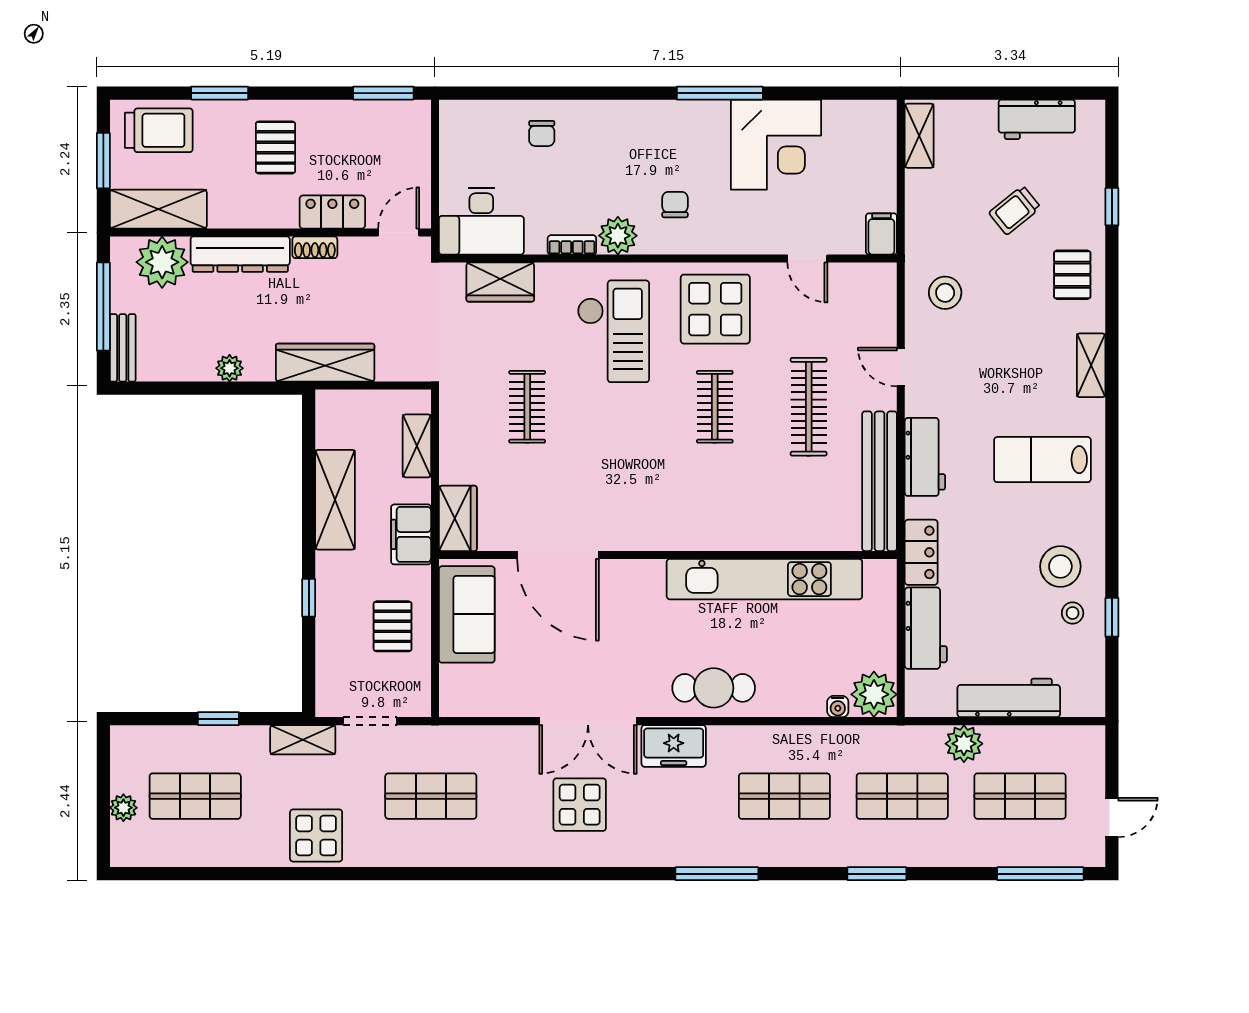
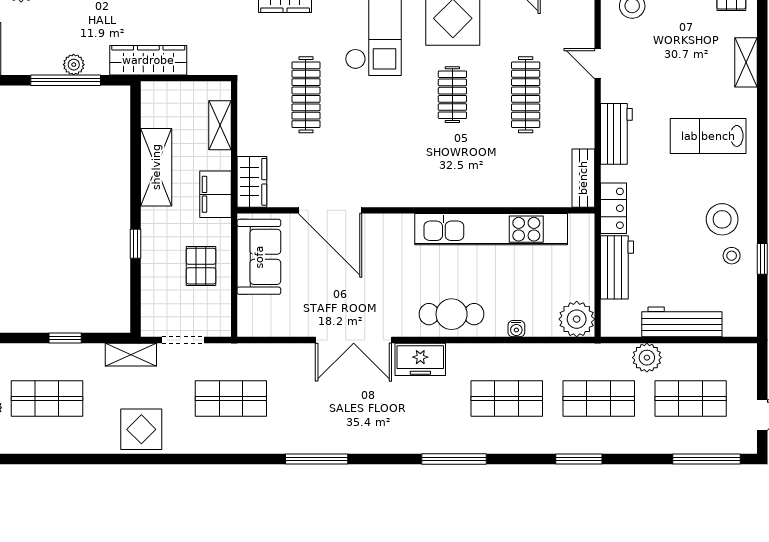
window: (219, 388) -> (66, 80), added
clothes rail: (527, 407) -> (306, 95), width x1.36
bench: (880, 481) -> (583, 178), width x0.54, depth x0.82
water cooler: (838, 707) -> (516, 329), moved
display table: (580, 805) -> (347, 405), removed
window: (541, 874) -> (317, 459), added

